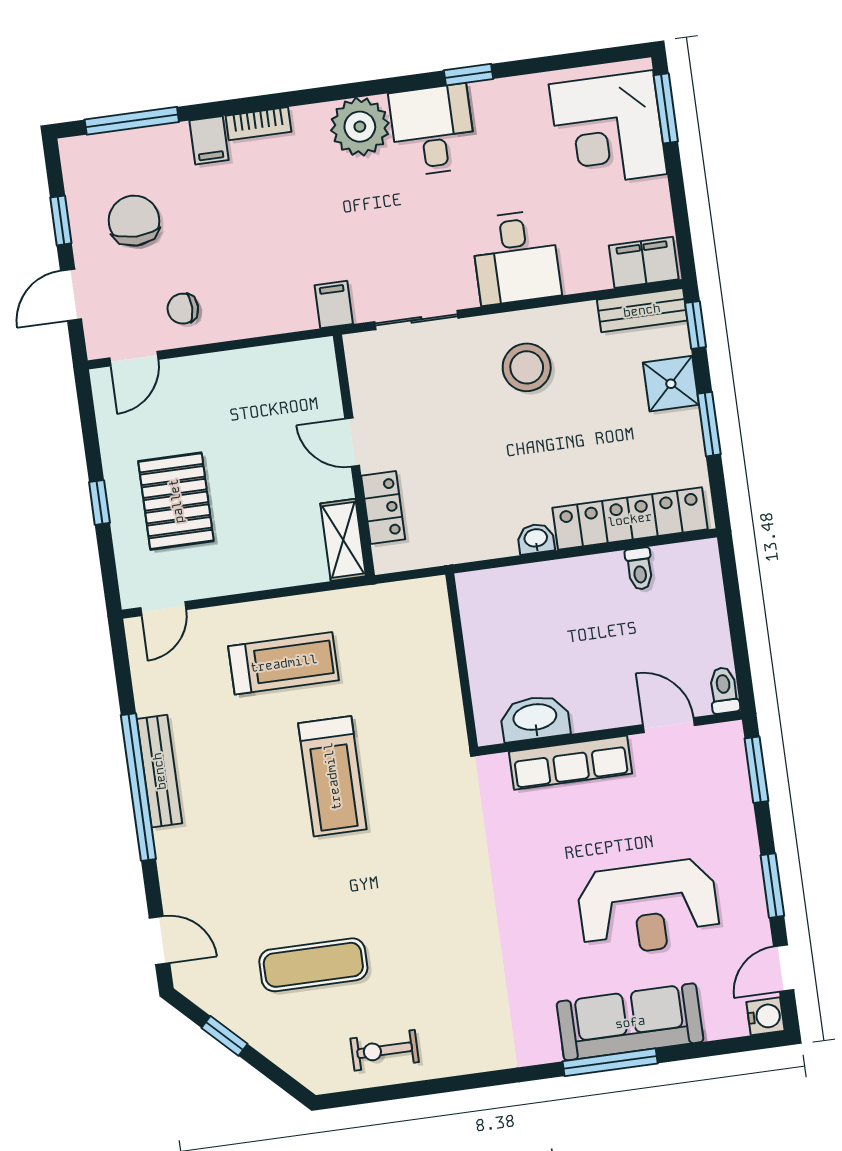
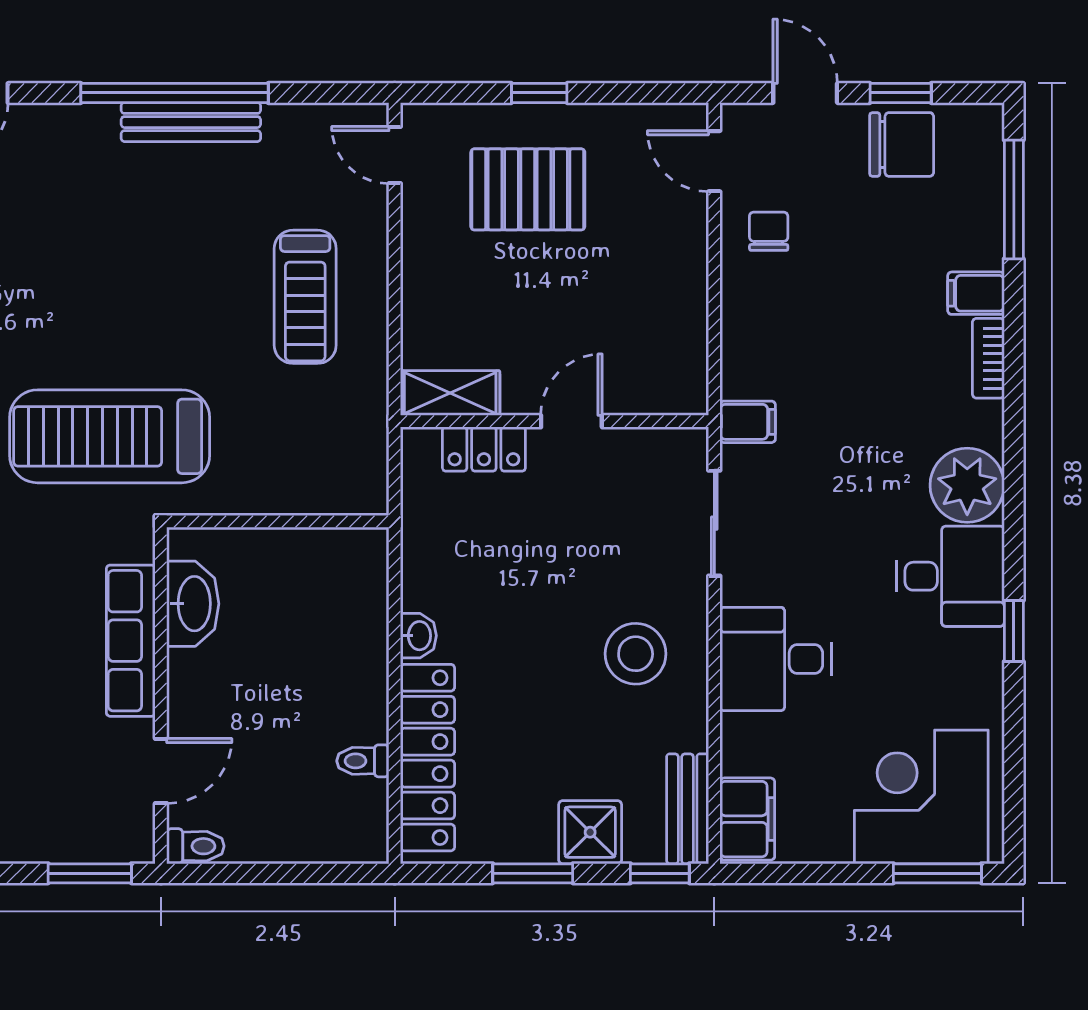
chair: (134, 221) -> (902, 144), moved
treadmill: (332, 776) -> (110, 436), moved, width x1.37, depth x1.37

